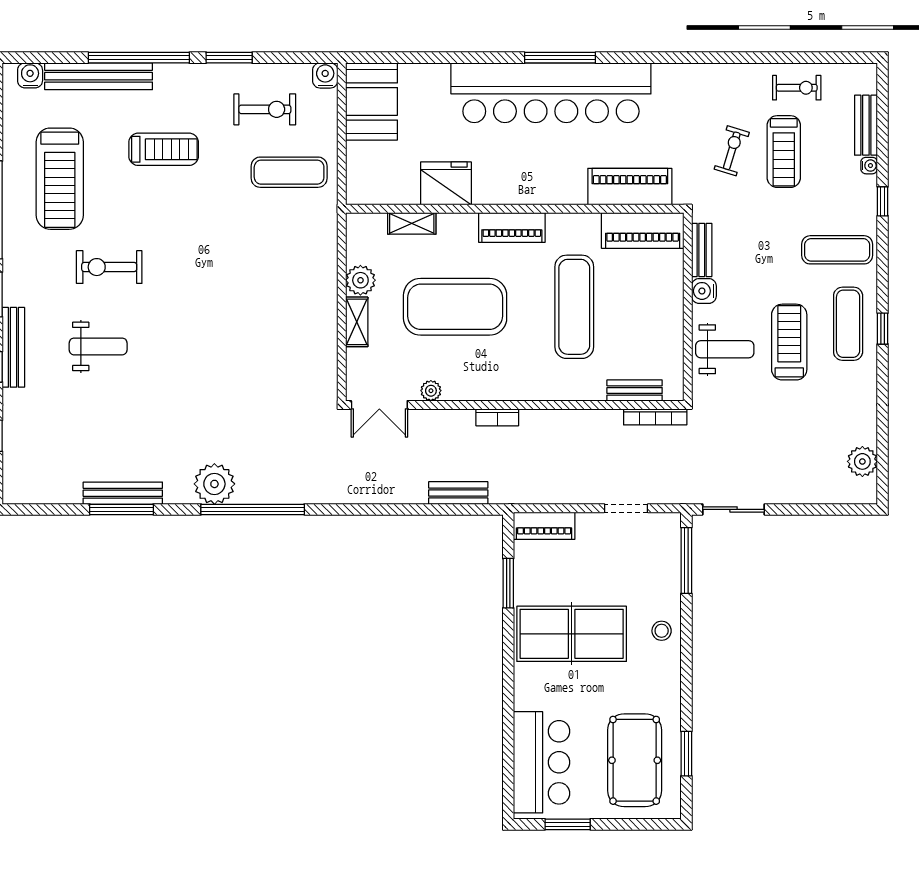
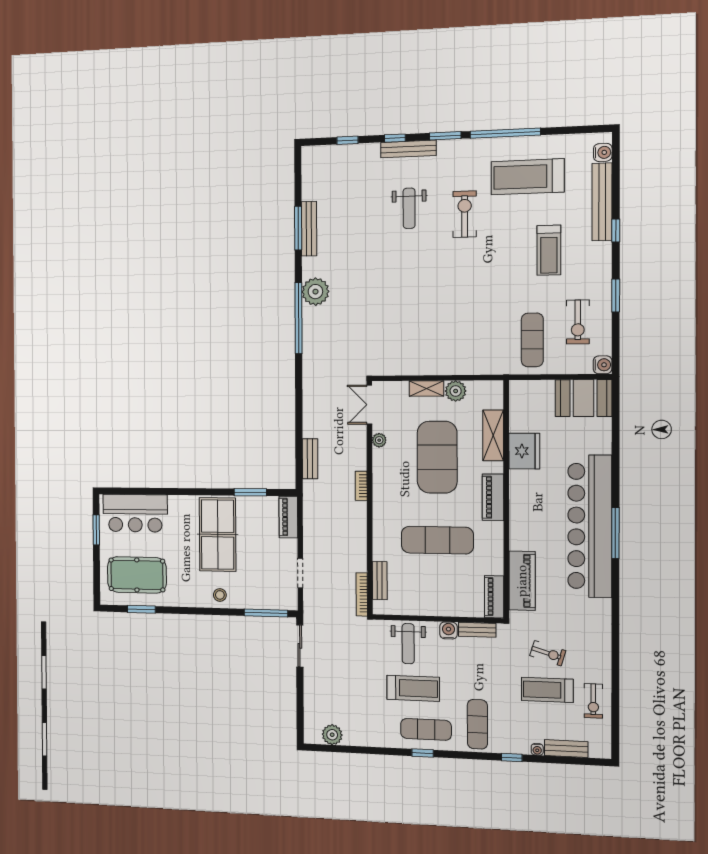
window: (139, 58) -> (616, 230), width x0.32
shelving: (412, 223) -> (493, 435), width x1.50, depth x1.33
piano: (643, 230) -> (494, 597), width x0.73, depth x0.75

